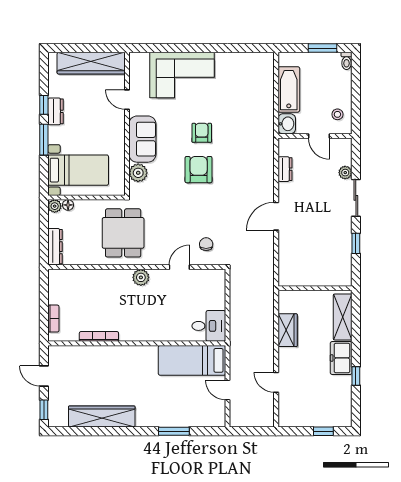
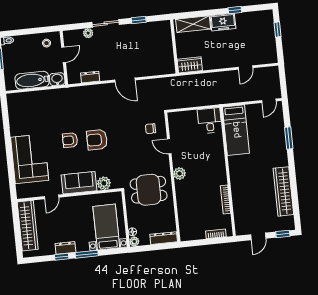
wardrobe: (288, 330) -> (190, 65), moved
door: (227, 390) -> (269, 101), moved

